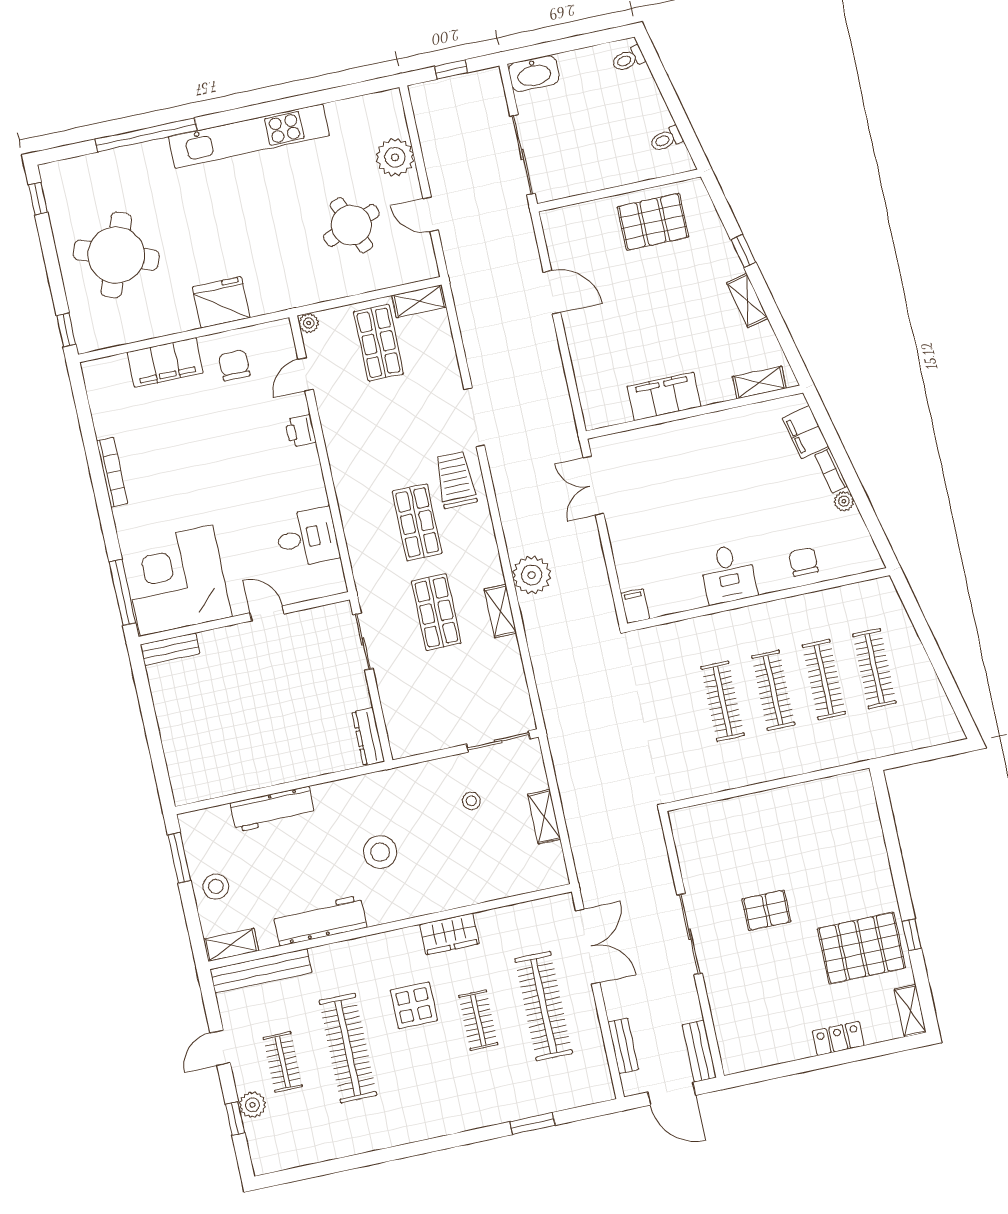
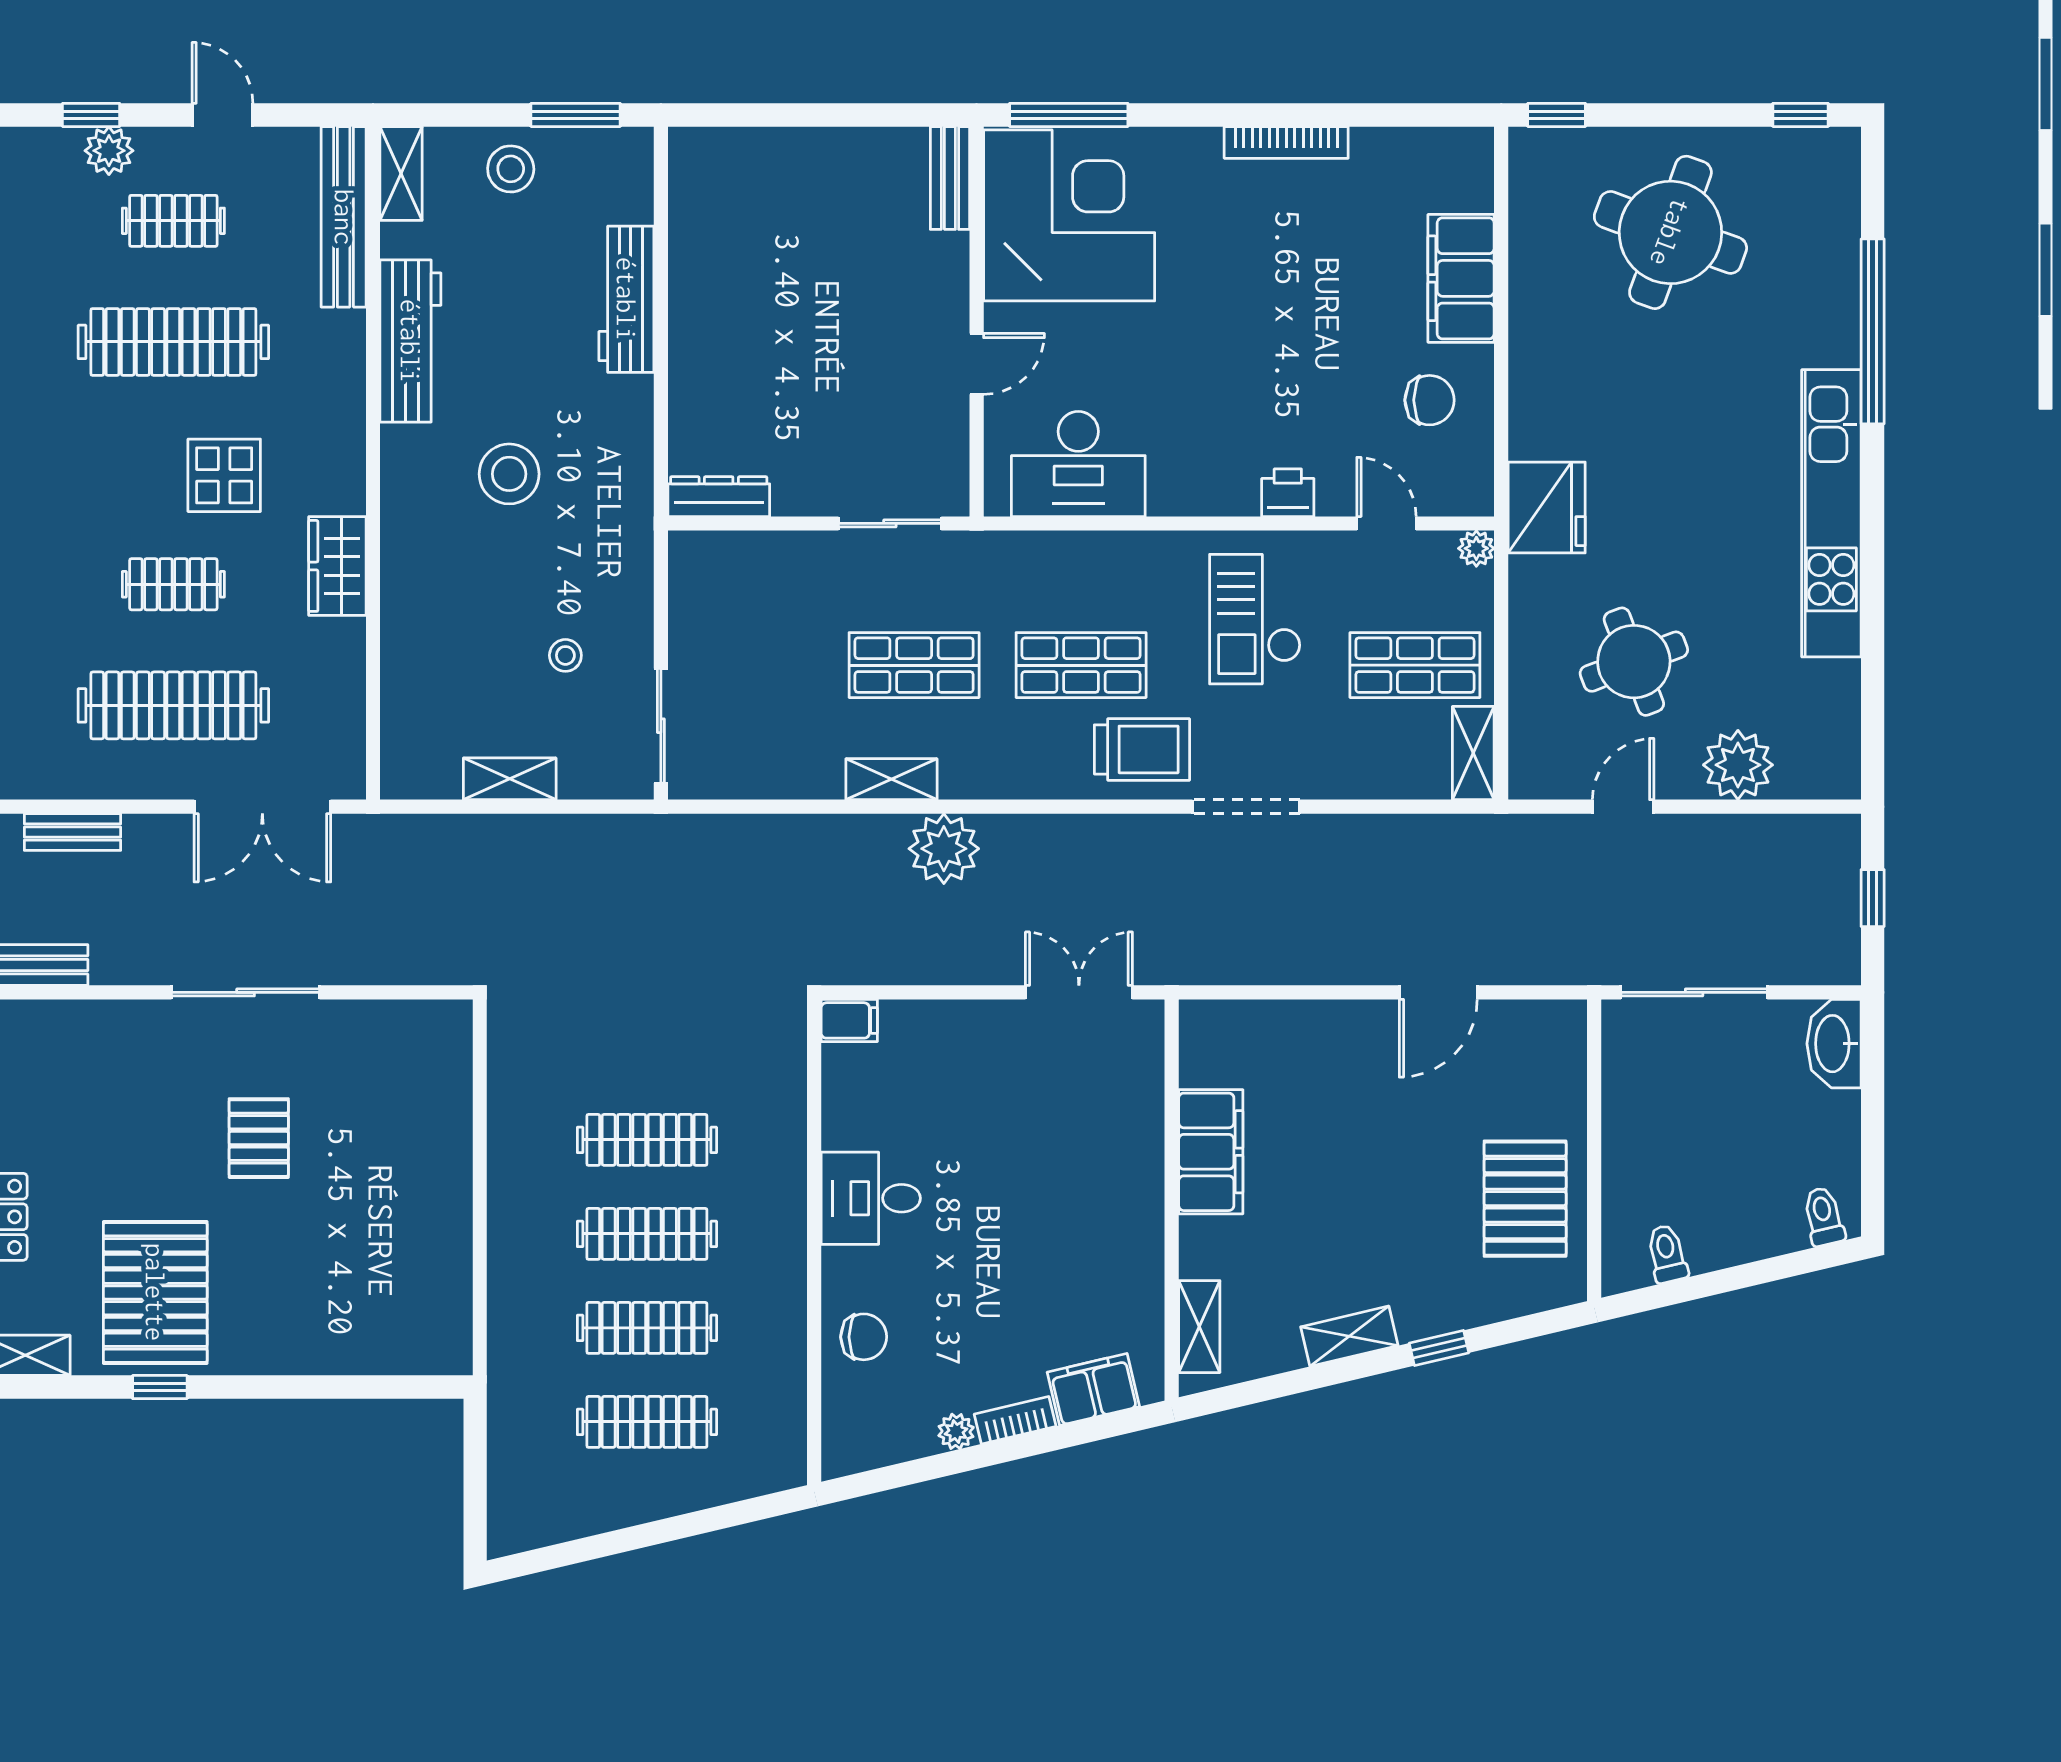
fridge: (221, 302) -> (1547, 507), moved
checkout: (372, 434) -> (1255, 619), added
desk: (307, 537) -> (1078, 464), width x1.37

